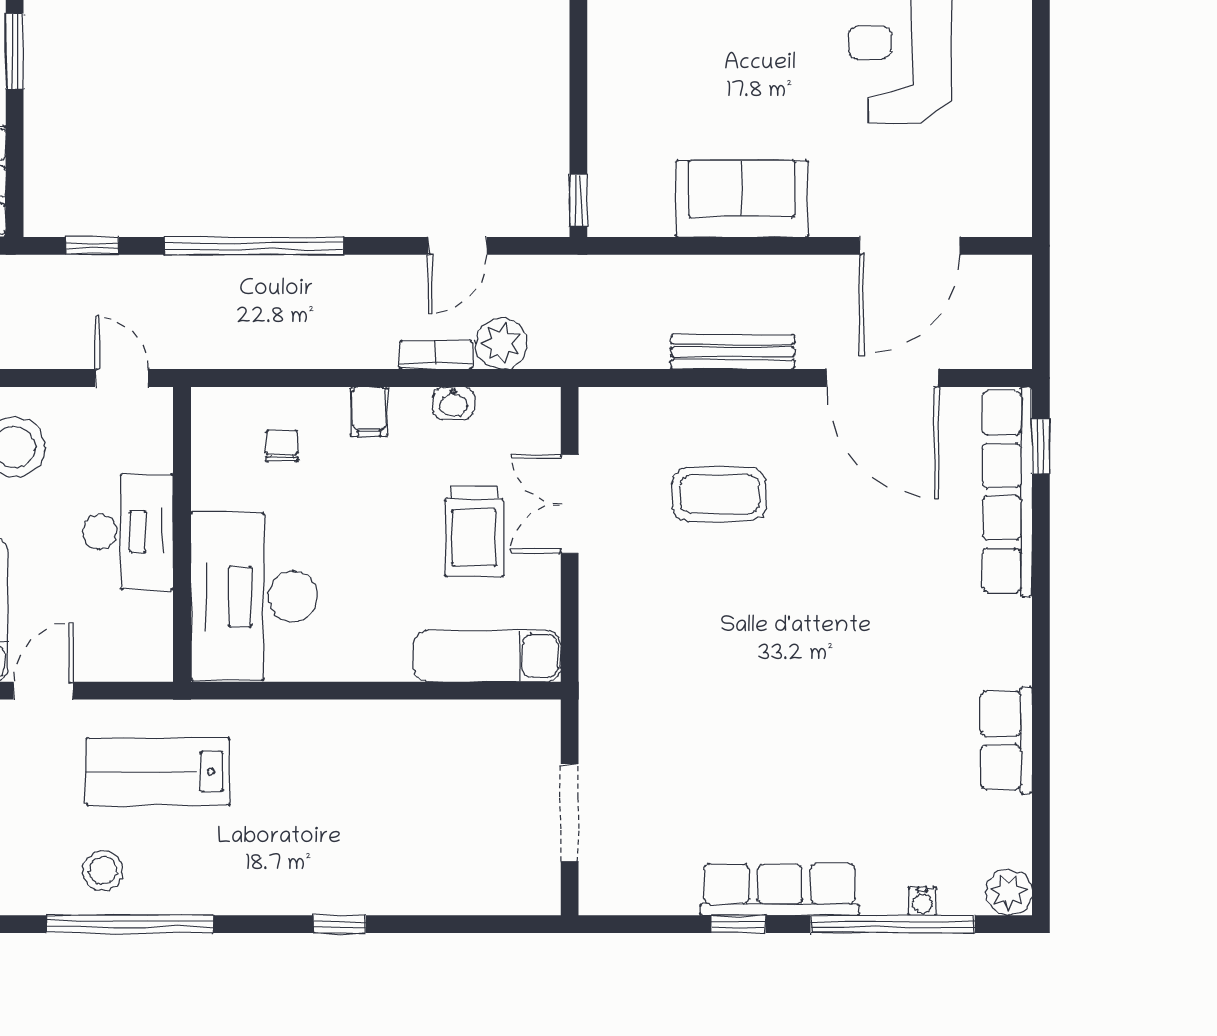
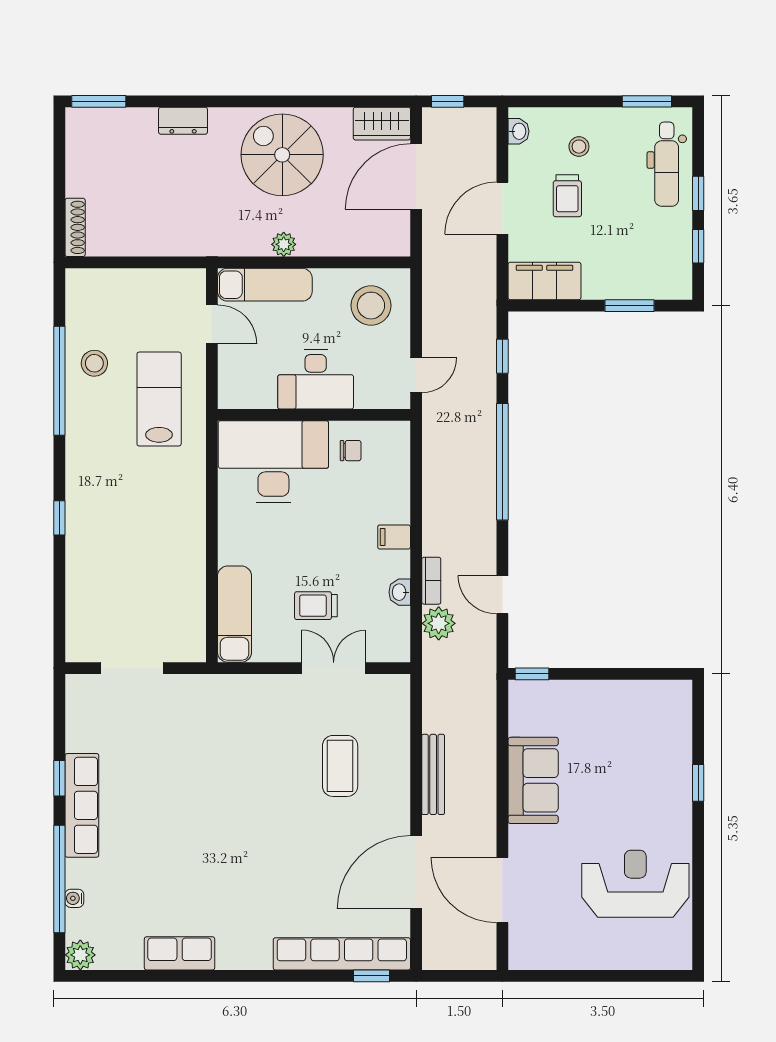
chair: (282, 446) -> (351, 451), moved
trolley: (474, 531) -> (316, 606), width x0.73, depth x0.72

